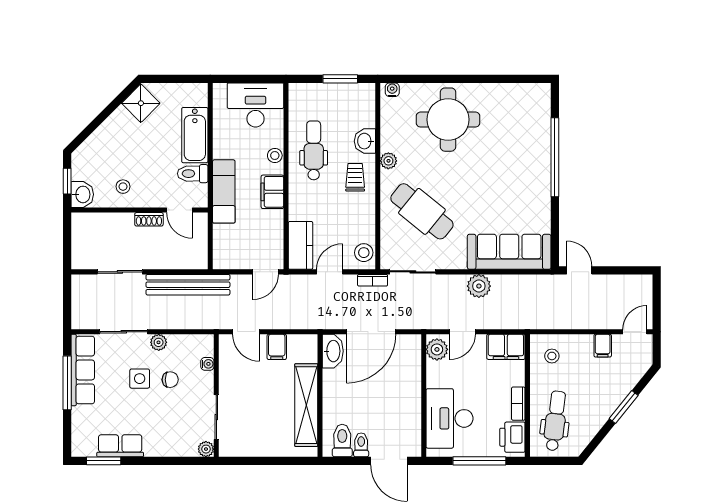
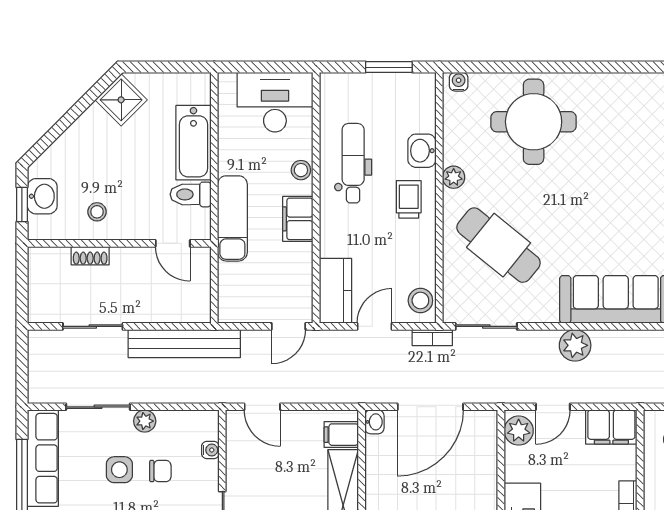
washbasin: (82, 194) -> (42, 196), moved
shoe rack: (149, 219) -> (90, 256), moved
filing cabinet: (277, 347) -> (341, 435), moved, turned 90
washbasin: (333, 351) -> (374, 422), width x0.52, depth x0.69

